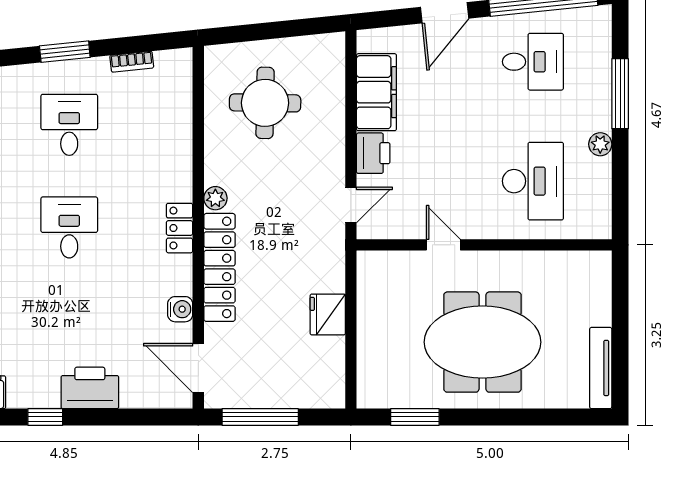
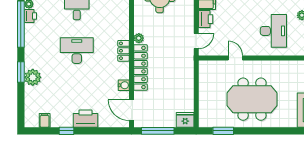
desk: (69, 227) -> (77, 51), width x1.37
fridge: (328, 314) -> (185, 120), moved, turned 90

